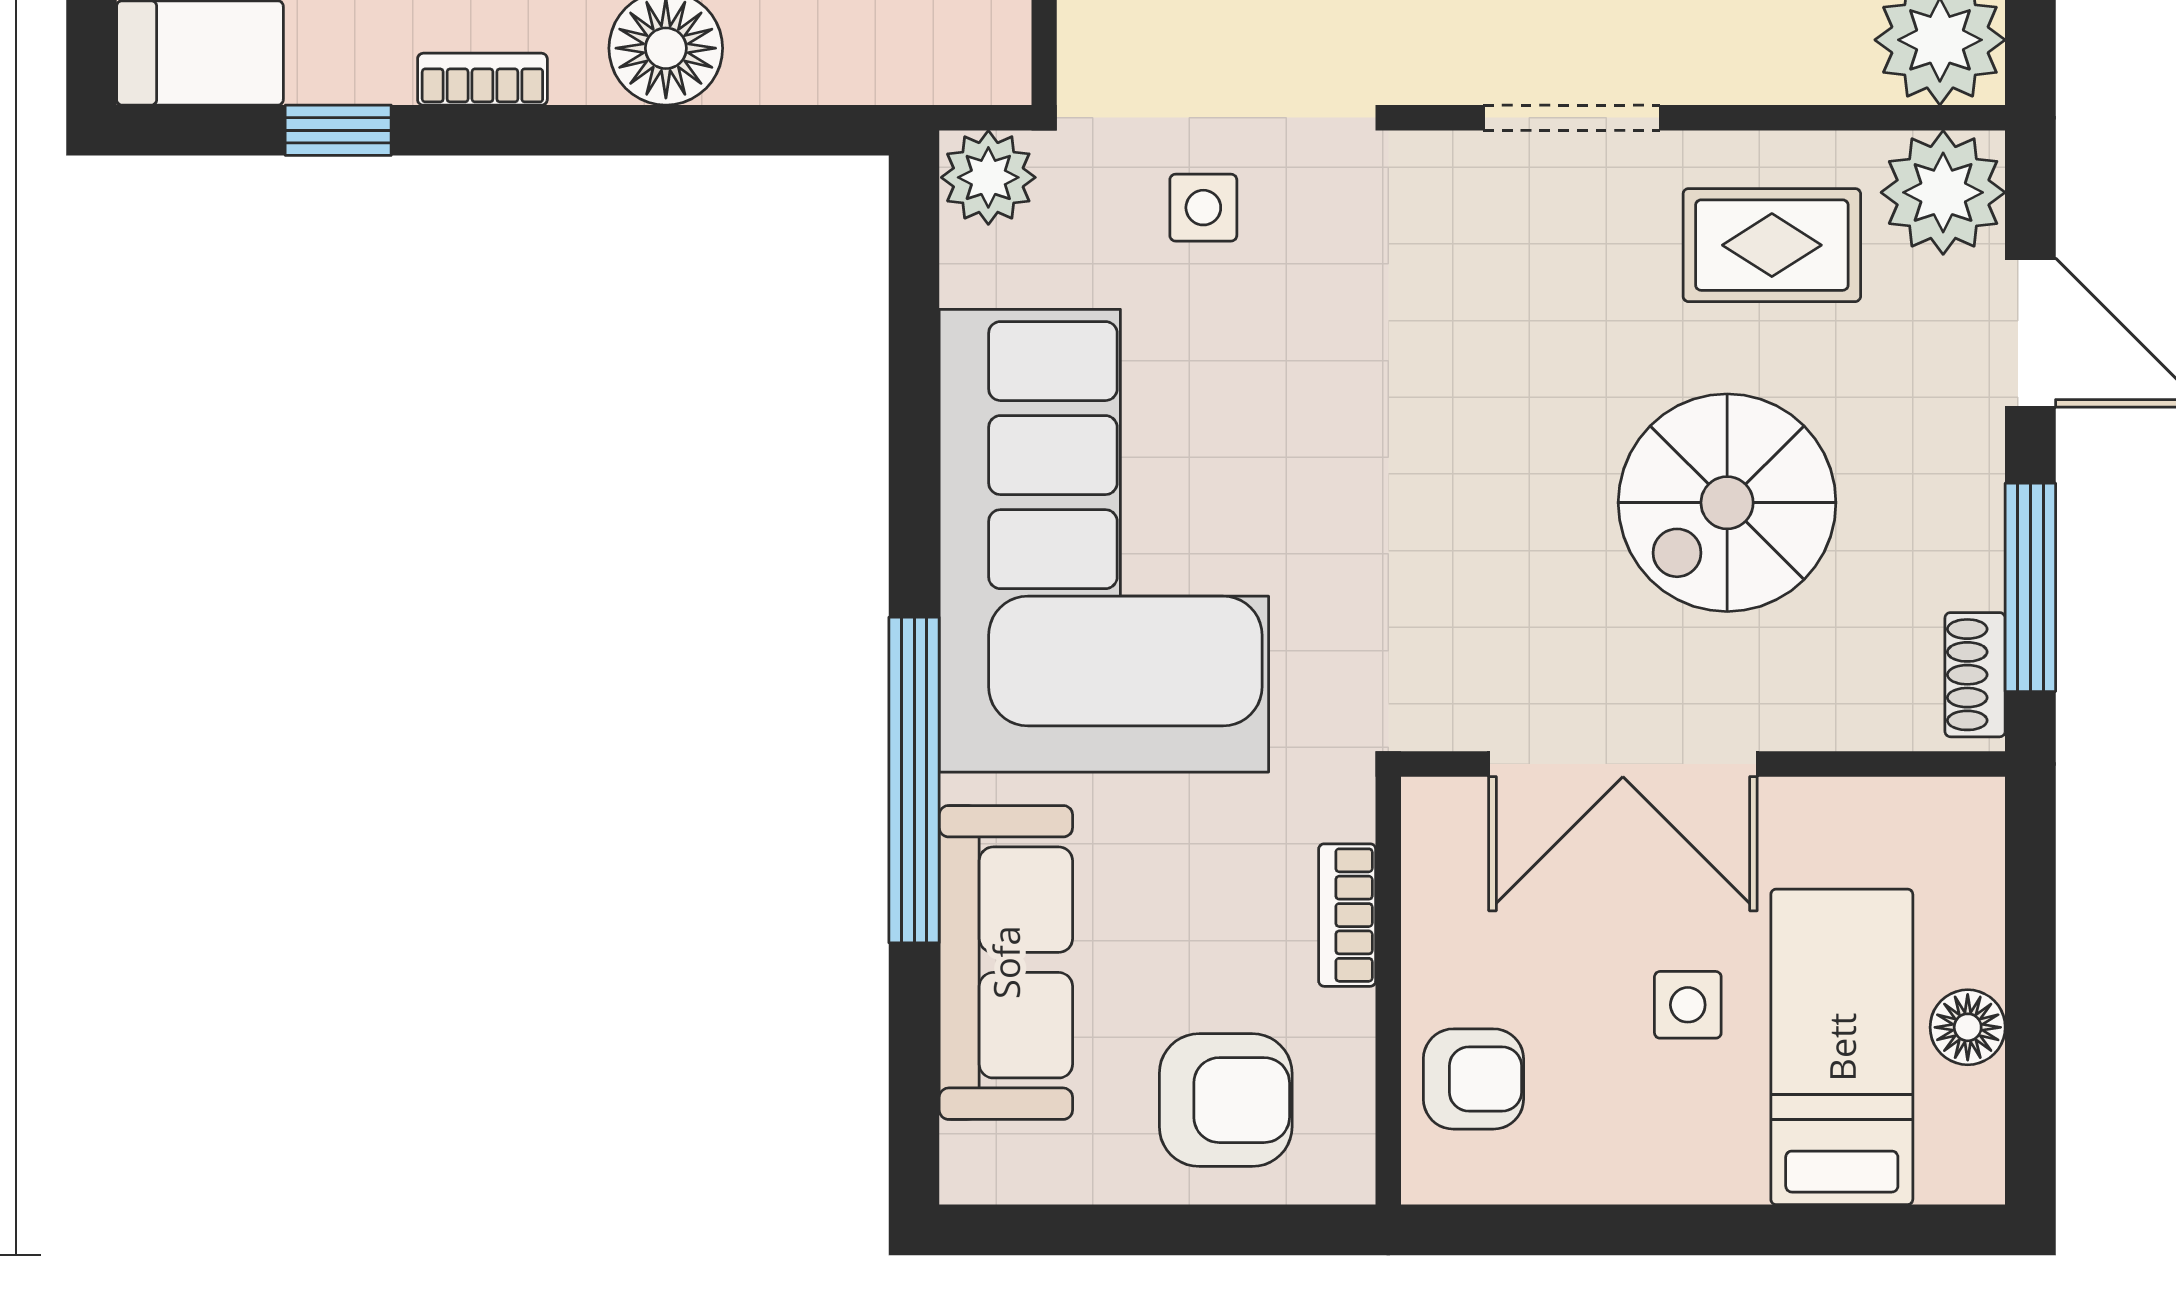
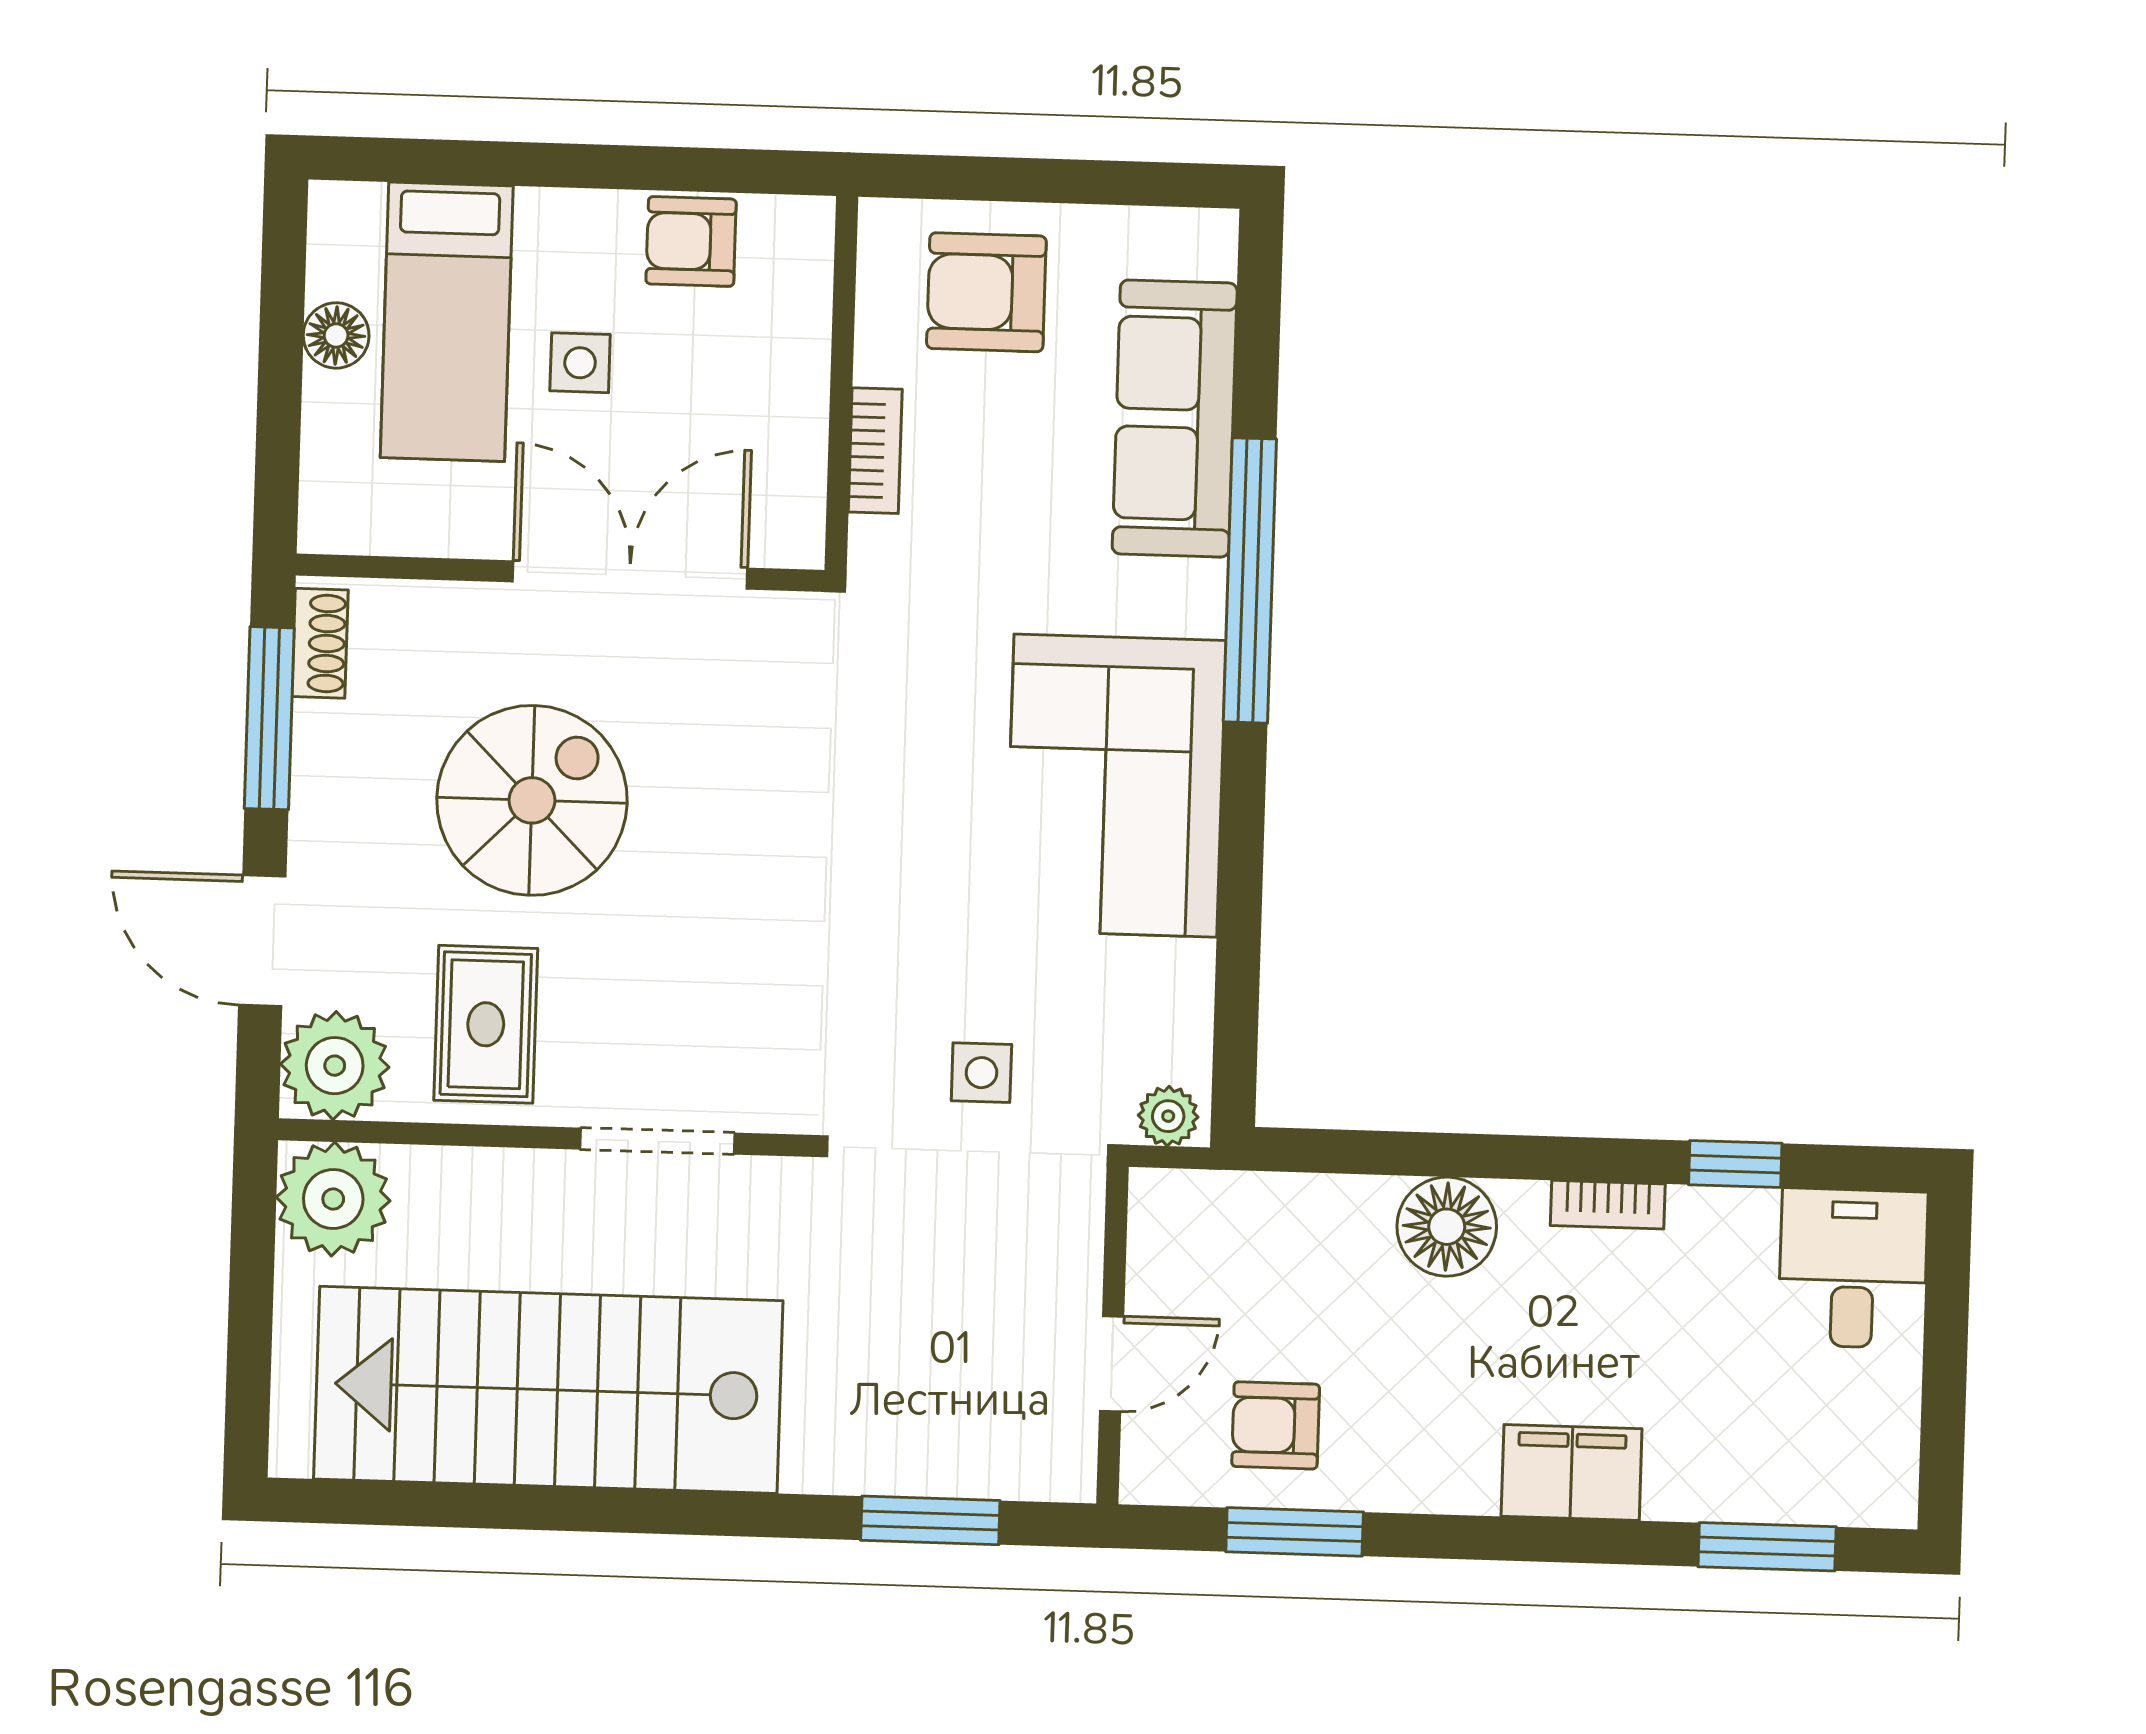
plant: (988, 177) -> (1168, 1116), width x0.73, depth x0.73
rug: (1772, 245) -> (486, 1024), turned 90
corner sofa: (1104, 541) -> (1115, 786), width x0.73, depth x0.74
armchair: (1473, 1079) -> (691, 241), moved

